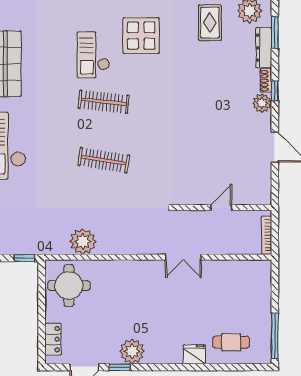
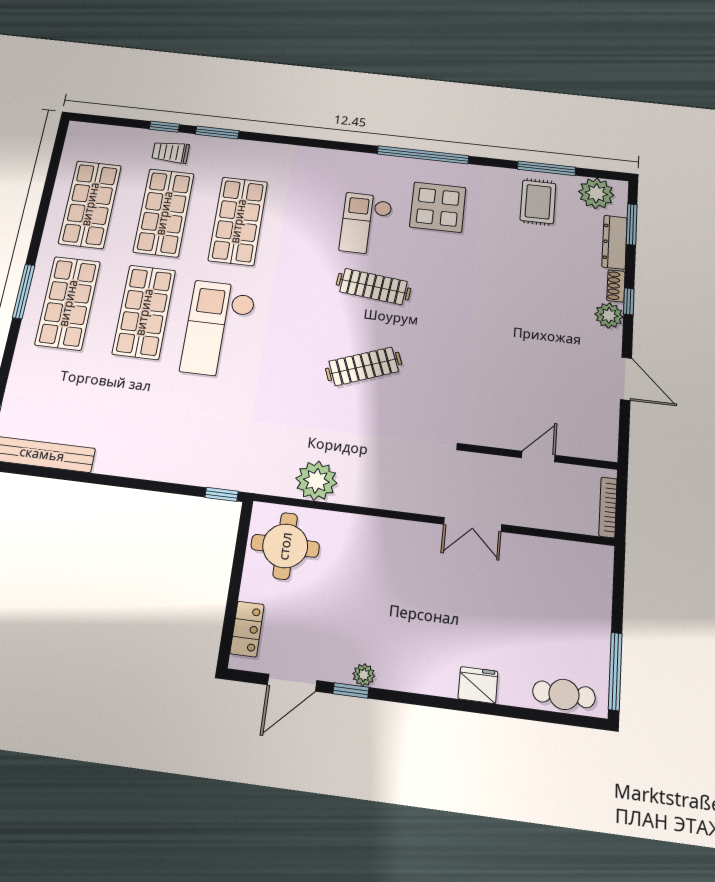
clothes rail: (104, 160) -> (364, 366), turned -30
cafe table: (231, 342) -> (564, 694), moved
plant: (132, 351) -> (364, 675), width x0.53, depth x0.53

